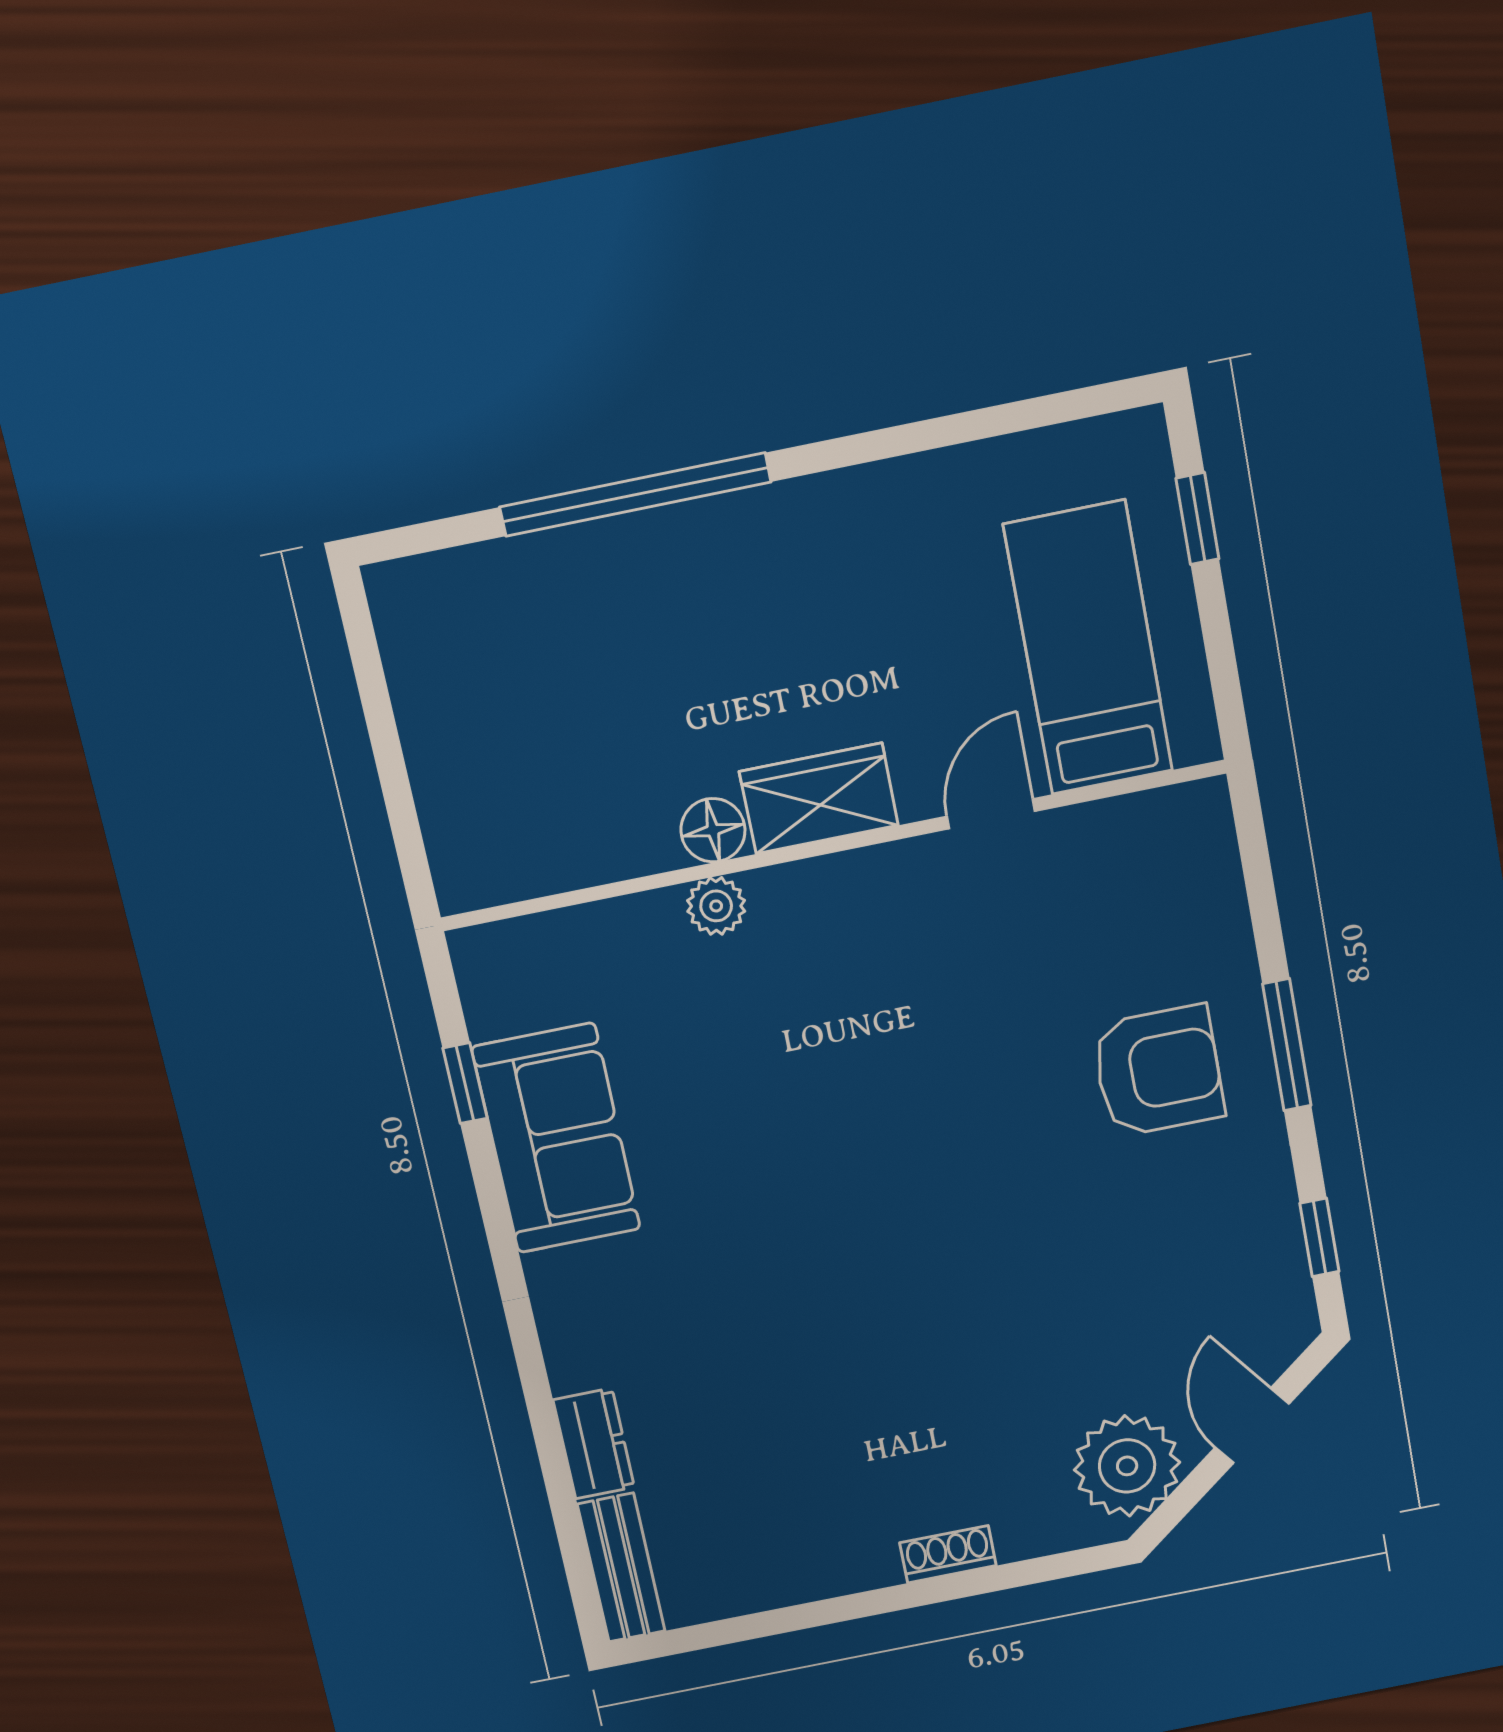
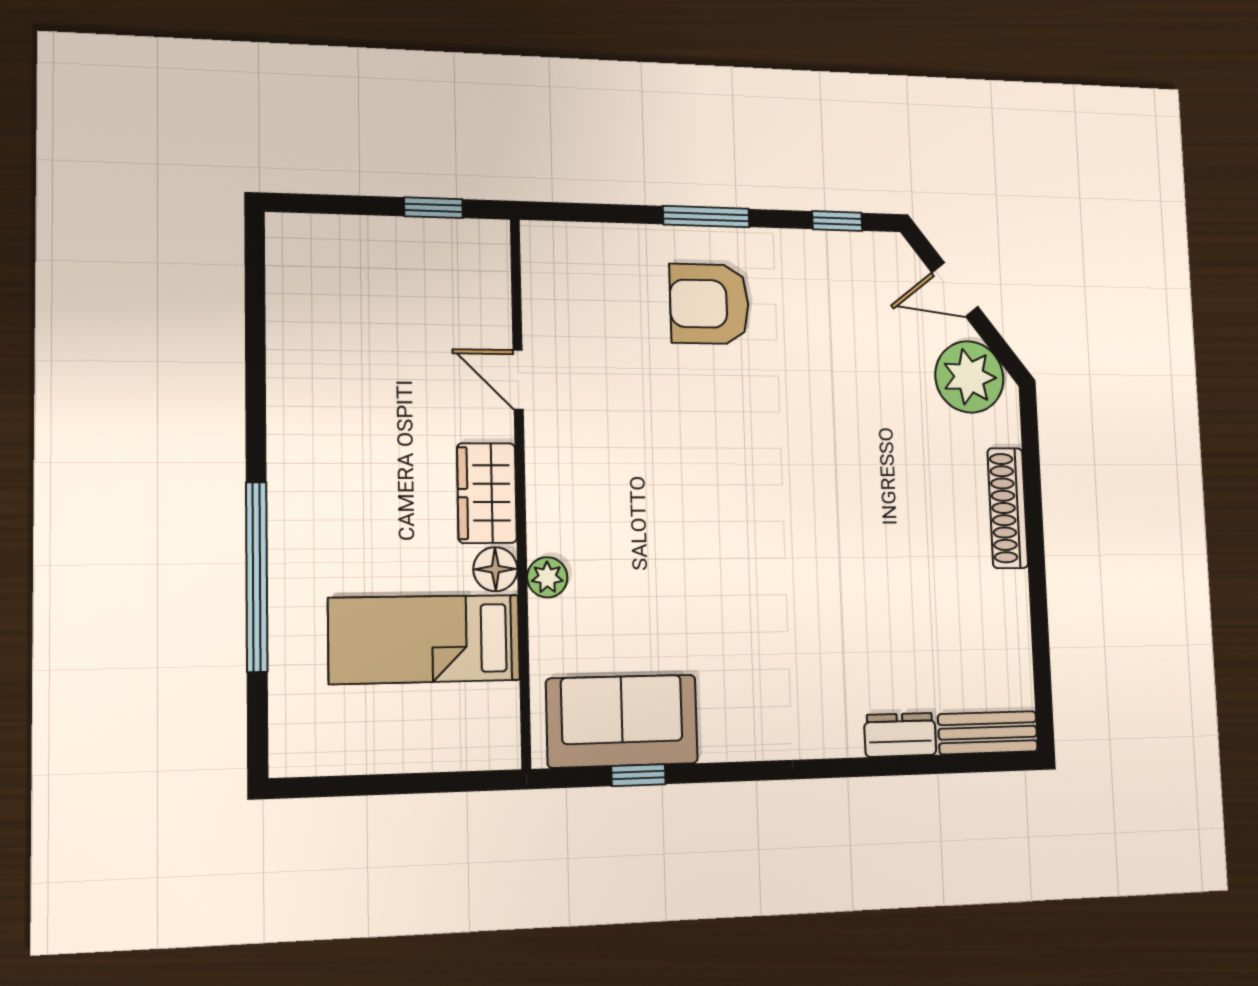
window: (1198, 519) -> (433, 208), moved
bed: (1088, 648) -> (425, 639), moved
armchair: (1158, 1071) -> (709, 304), turned -90
sofa: (556, 1138) -> (622, 721), moved
shoe rack: (948, 1554) -> (1008, 508), width x1.94, depth x1.24

